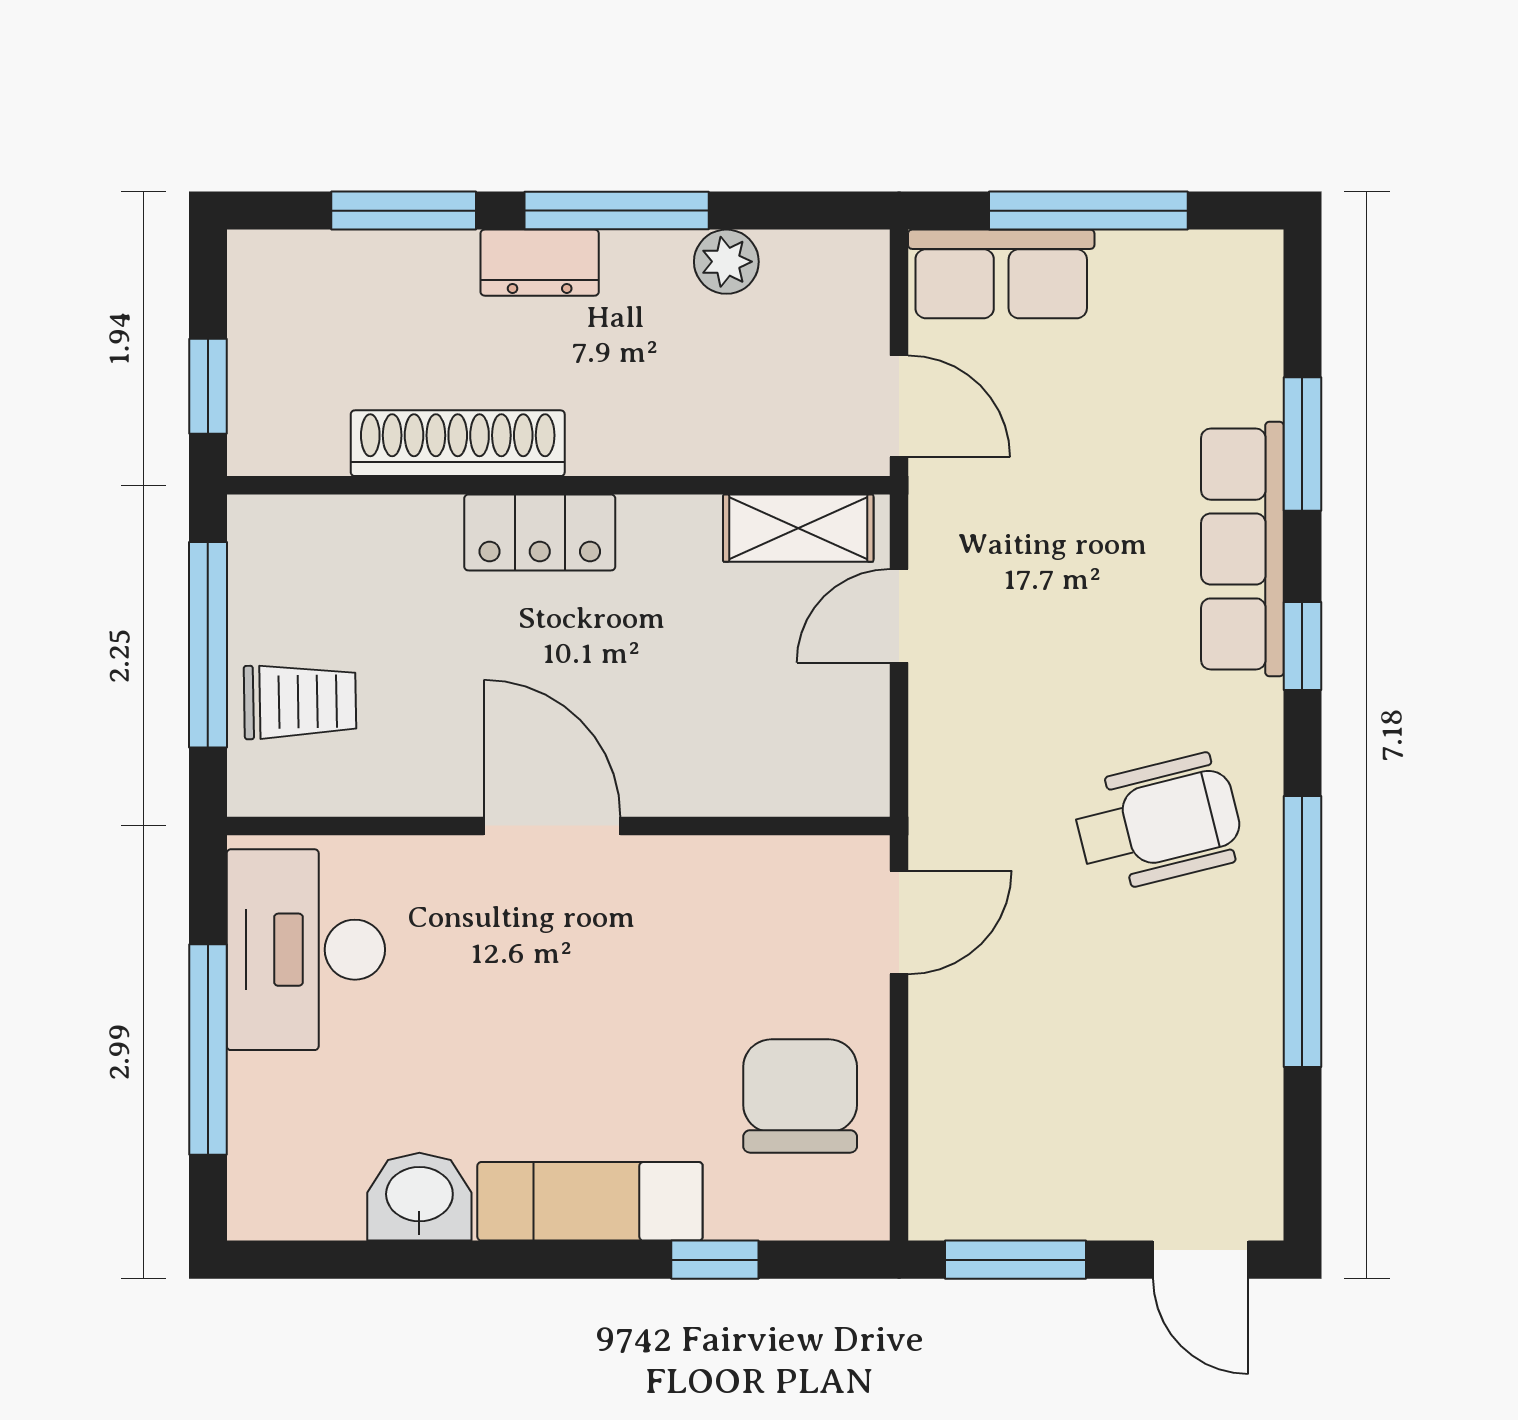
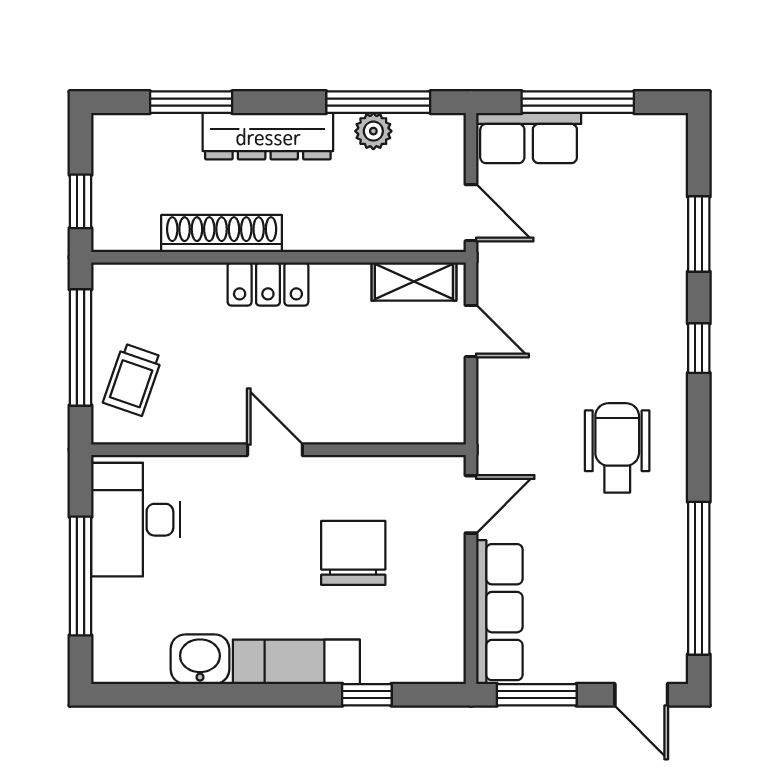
window: (617, 211) -> (378, 102), moved
dresser: (540, 263) -> (268, 136), width x1.96, depth x1.24
row of seats: (1242, 549) -> (499, 612), moved, turned 180
door: (899, 616) -> (471, 331), swing flipped
trolley: (300, 702) -> (133, 380), turned 110
wheelchair: (1158, 823) -> (617, 448), turned -76
door: (552, 826) -> (275, 450), width x0.73
window: (1302, 931) -> (699, 578), moved
chair: (800, 1096) -> (353, 553), moved

